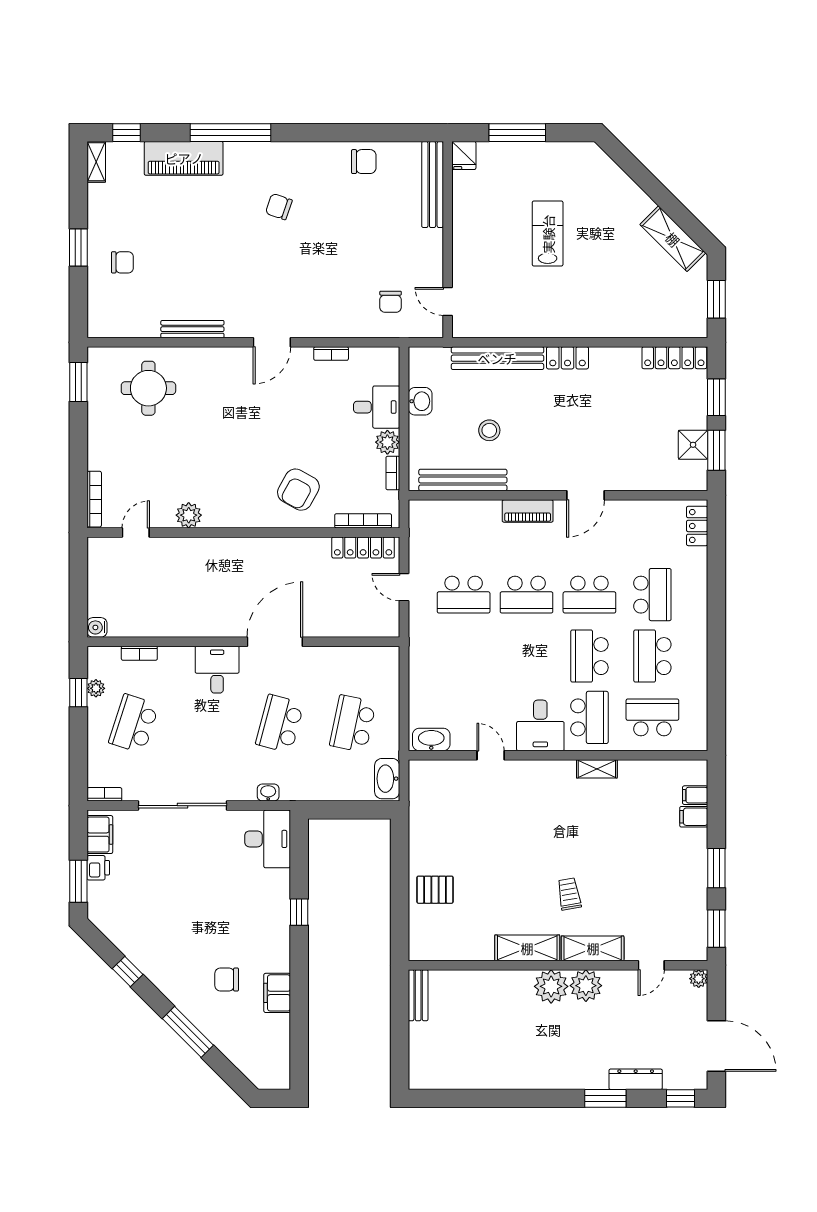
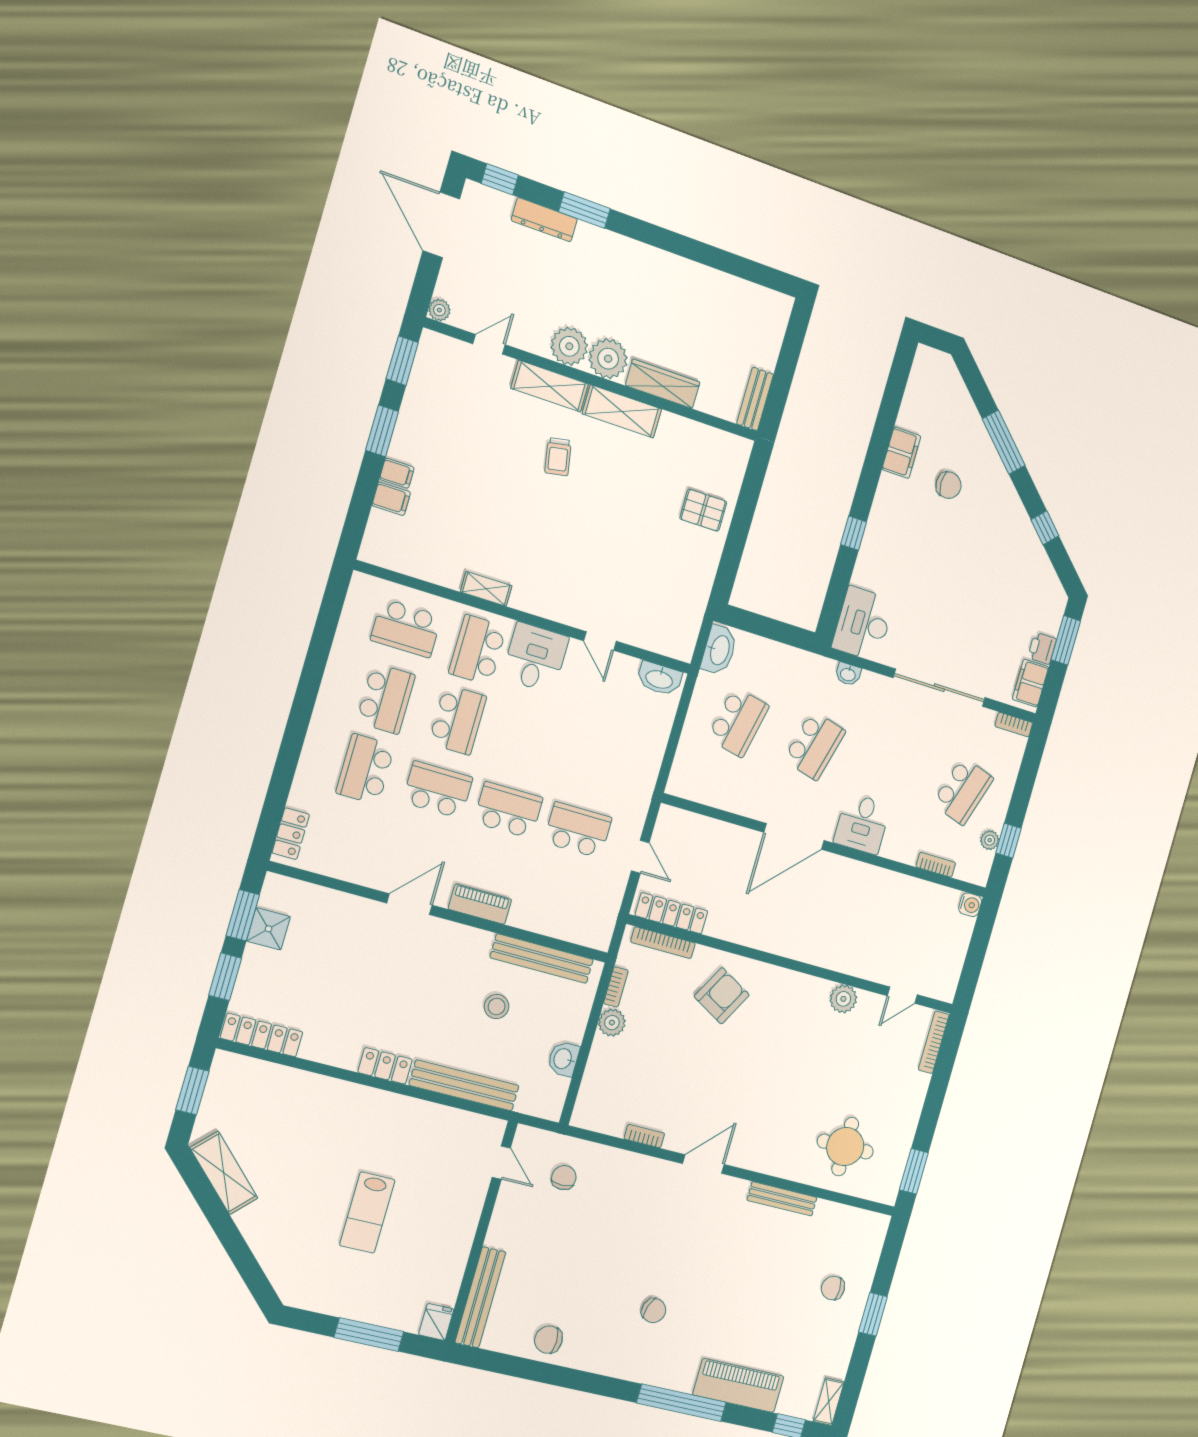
desk: (377, 407) -> (612, 1065), removed
filing cabinet: (695, 795) -> (397, 473), moved
wardrobe: (500, 981) -> (663, 384), added

